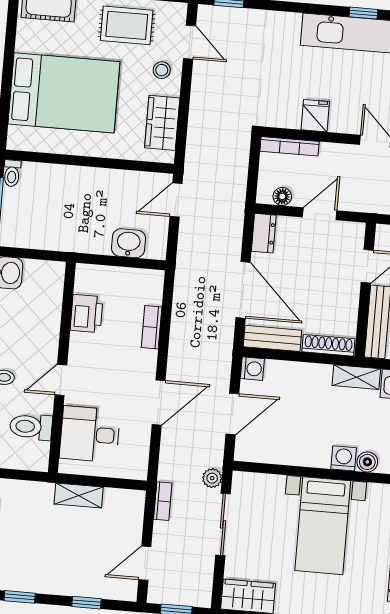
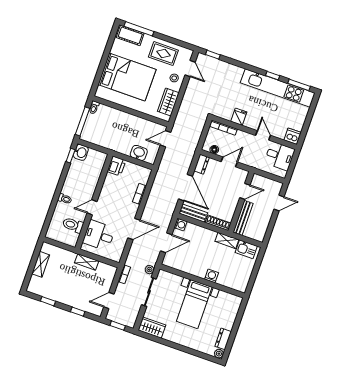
printer: (87, 314) -> (116, 166), moved
boiler: (367, 462) -> (222, 280), removed

